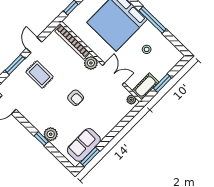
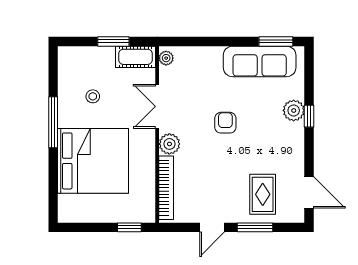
rug: (40, 74) -> (263, 194), moved
sofa: (84, 145) -> (260, 61), width x1.36

